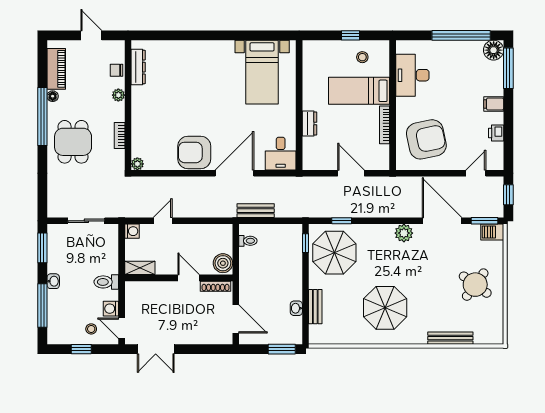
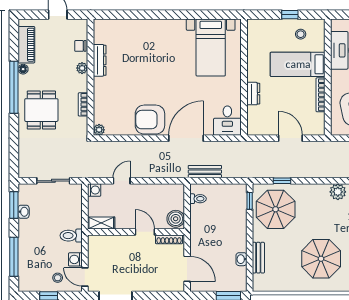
dresser: (138, 67) -> (100, 60), moved
washbasin: (53, 281) -> (24, 212), moved

